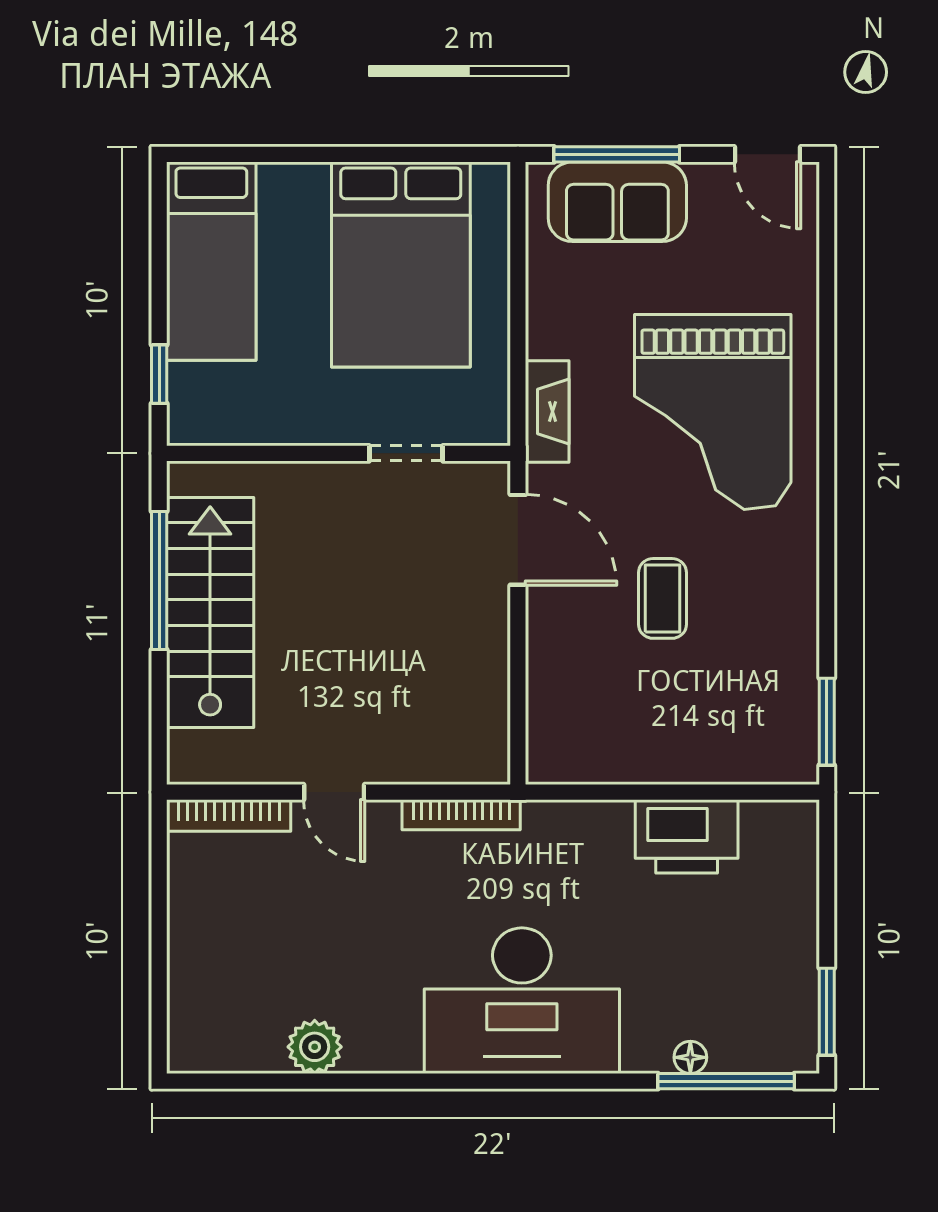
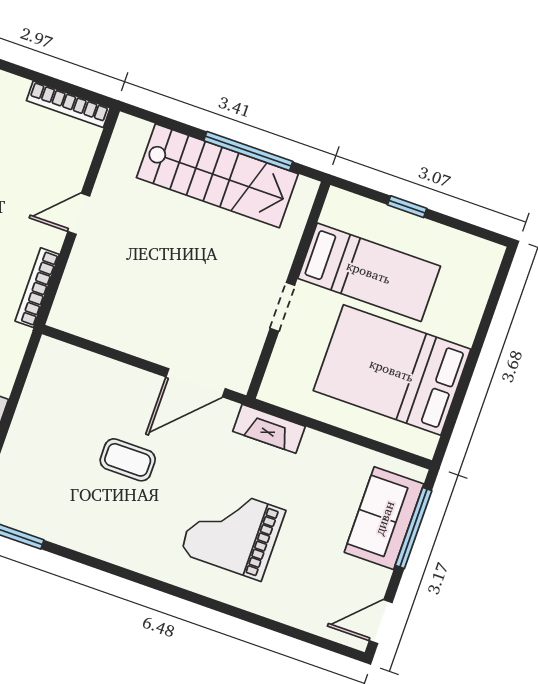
bed: (211, 261) -> (369, 272), moved, turned 180
window: (159, 374) -> (407, 207), moved
grand piano: (713, 412) -> (233, 532), width x0.73, depth x0.68
doorway: (406, 453) -> (282, 307), moved
bookcase: (229, 815) -> (68, 104), moved, turned -90

